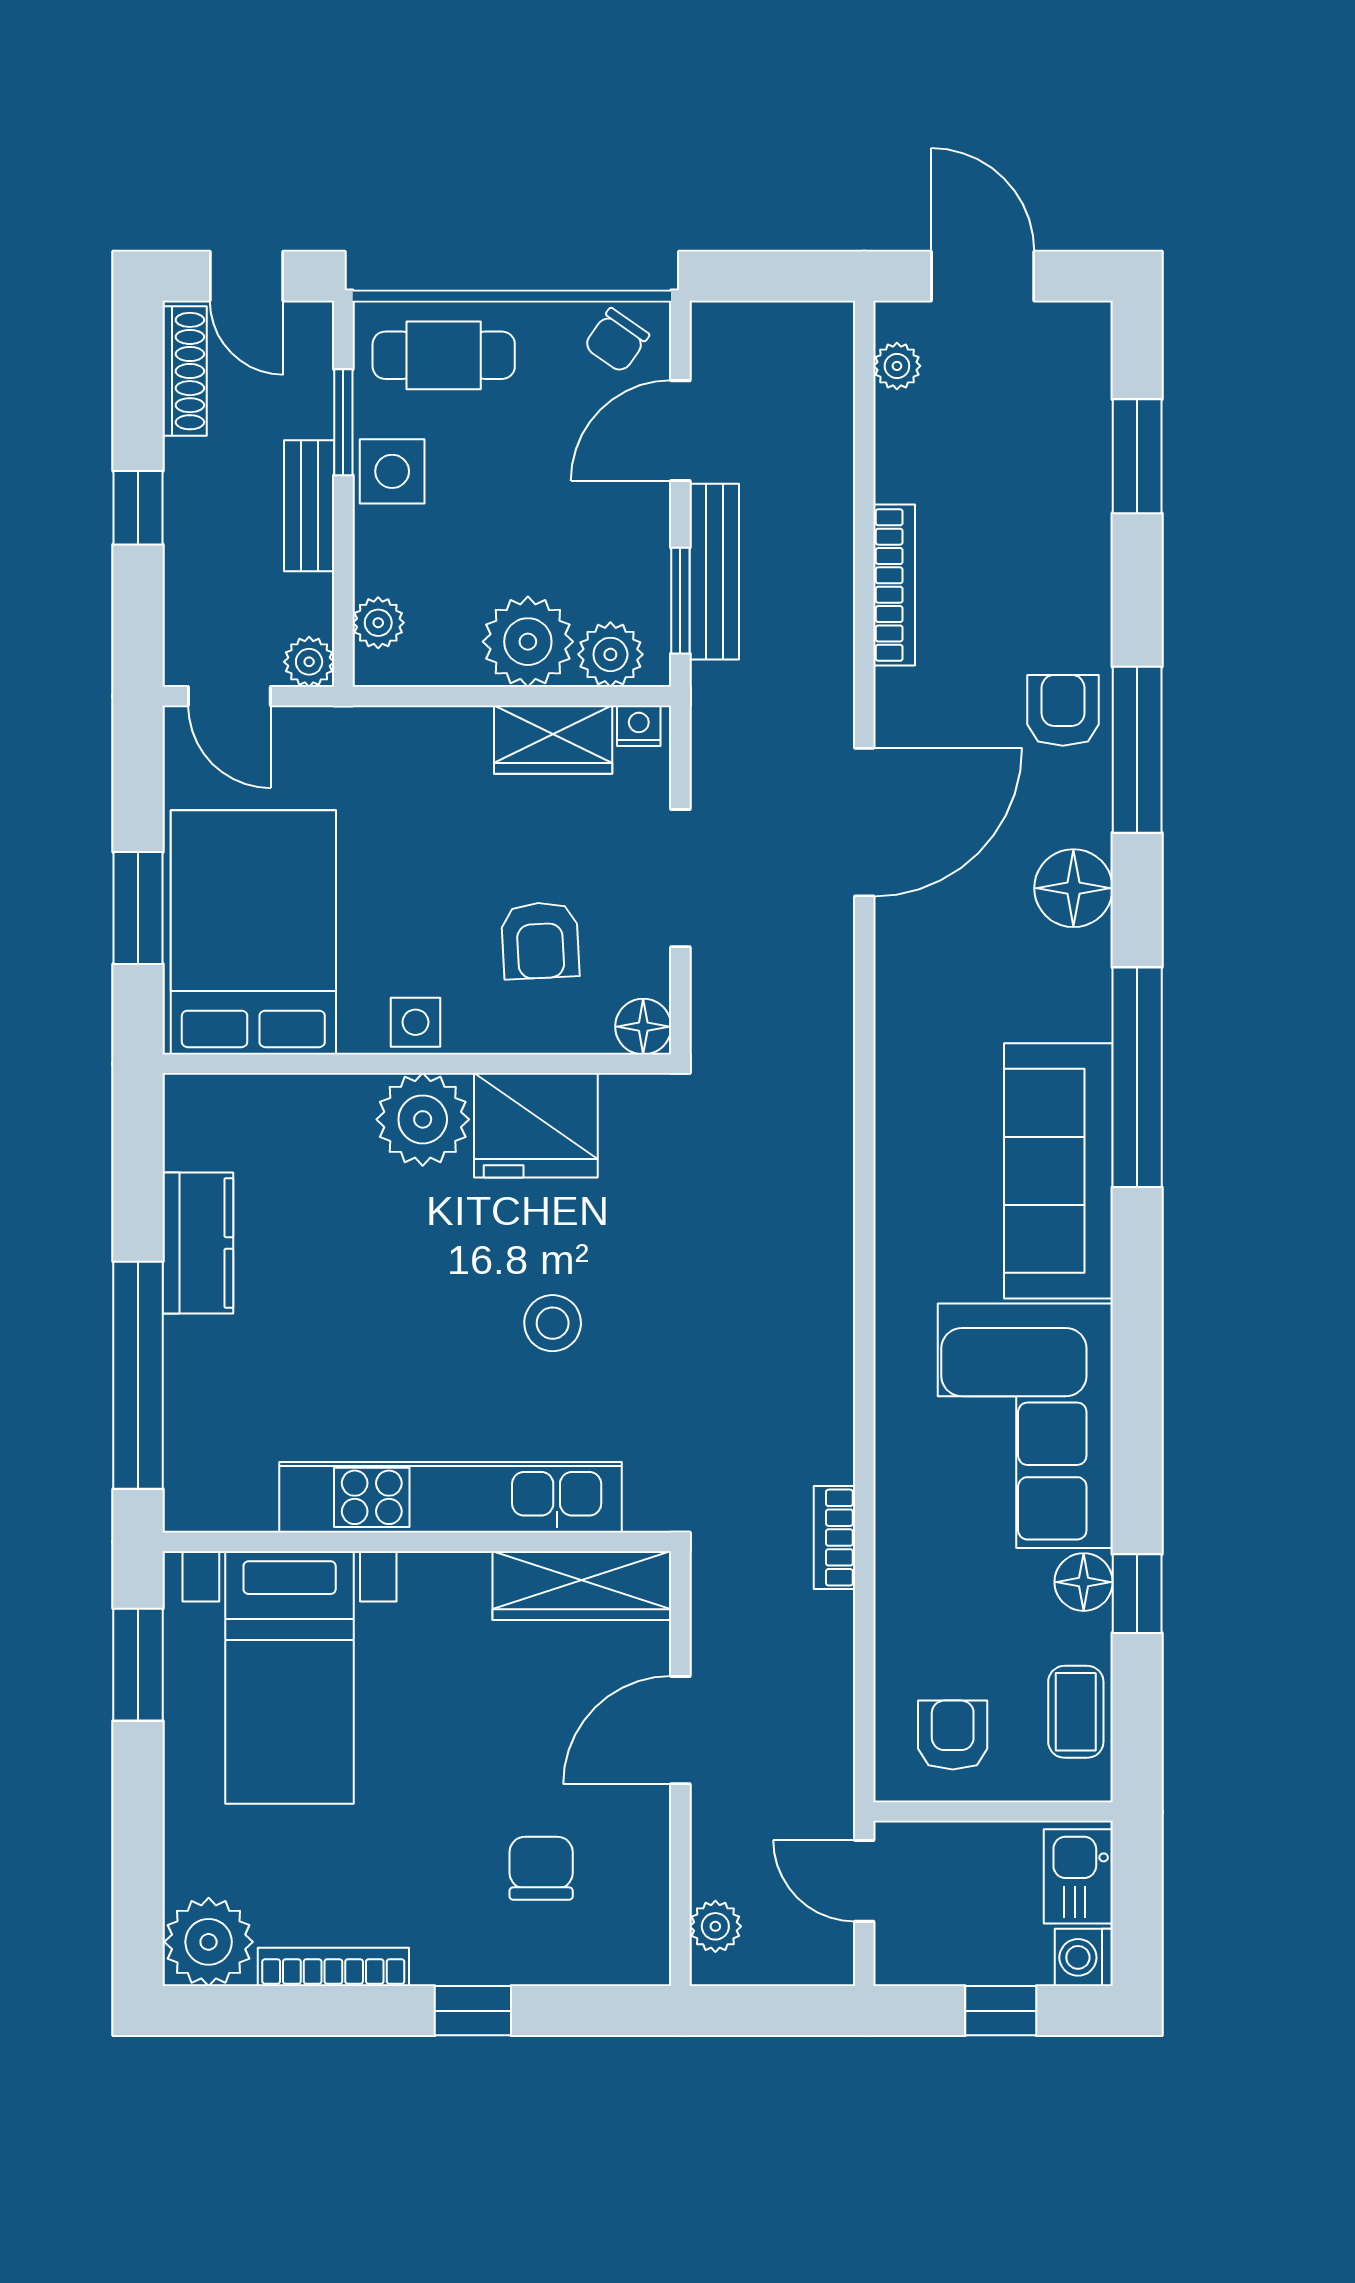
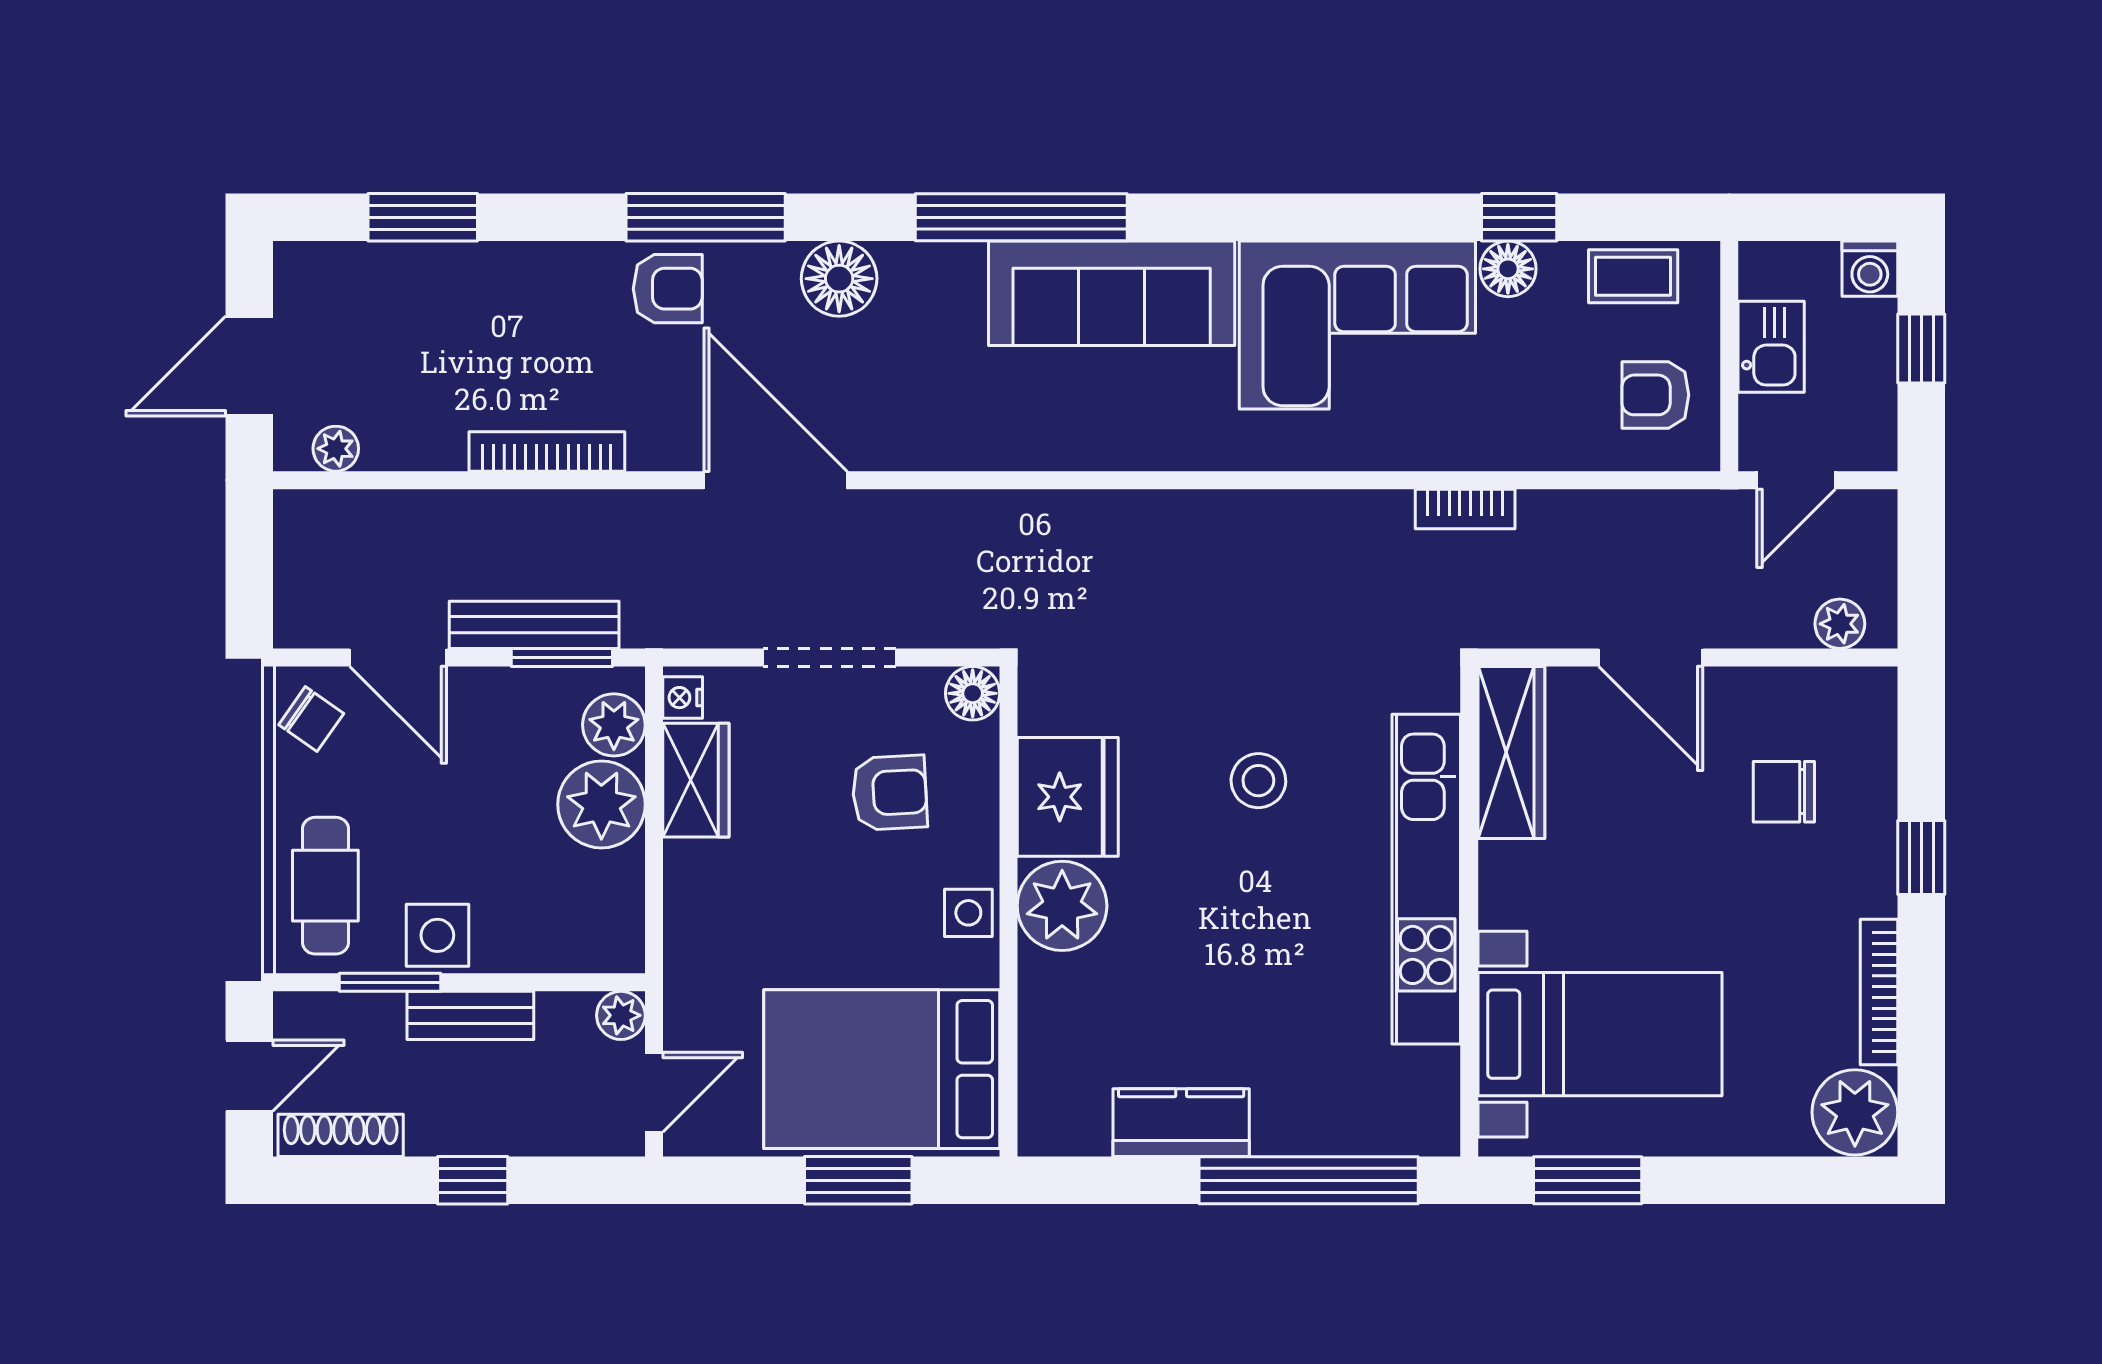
plant: (378, 623) -> (583, 949), removed
armchair: (1063, 710) -> (668, 289), turned 180
kitchen sink: (1078, 1876) -> (1771, 347), moved, turned -90

